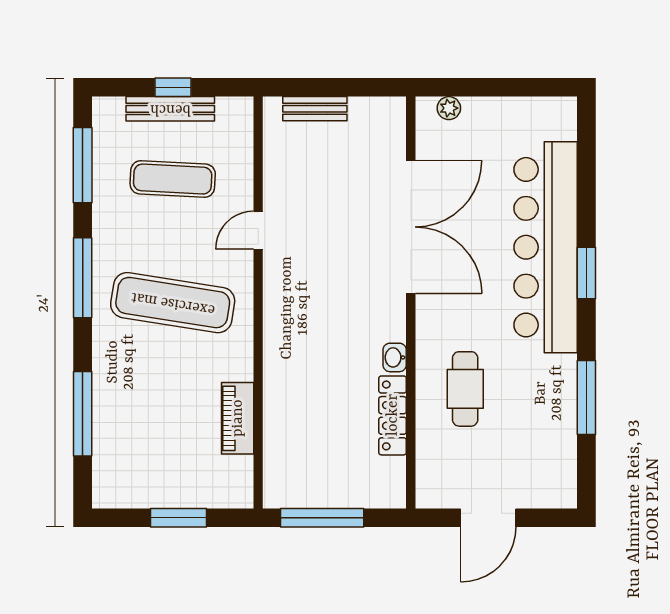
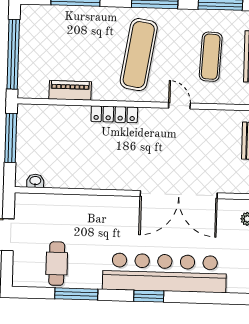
washbasin: (395, 357) -> (35, 181), moved
cafe table: (465, 389) -> (57, 264), moved, turned 90
locker: (393, 415) -> (114, 114), moved, turned 180
window: (178, 518) -> (13, 54), width x2.11

